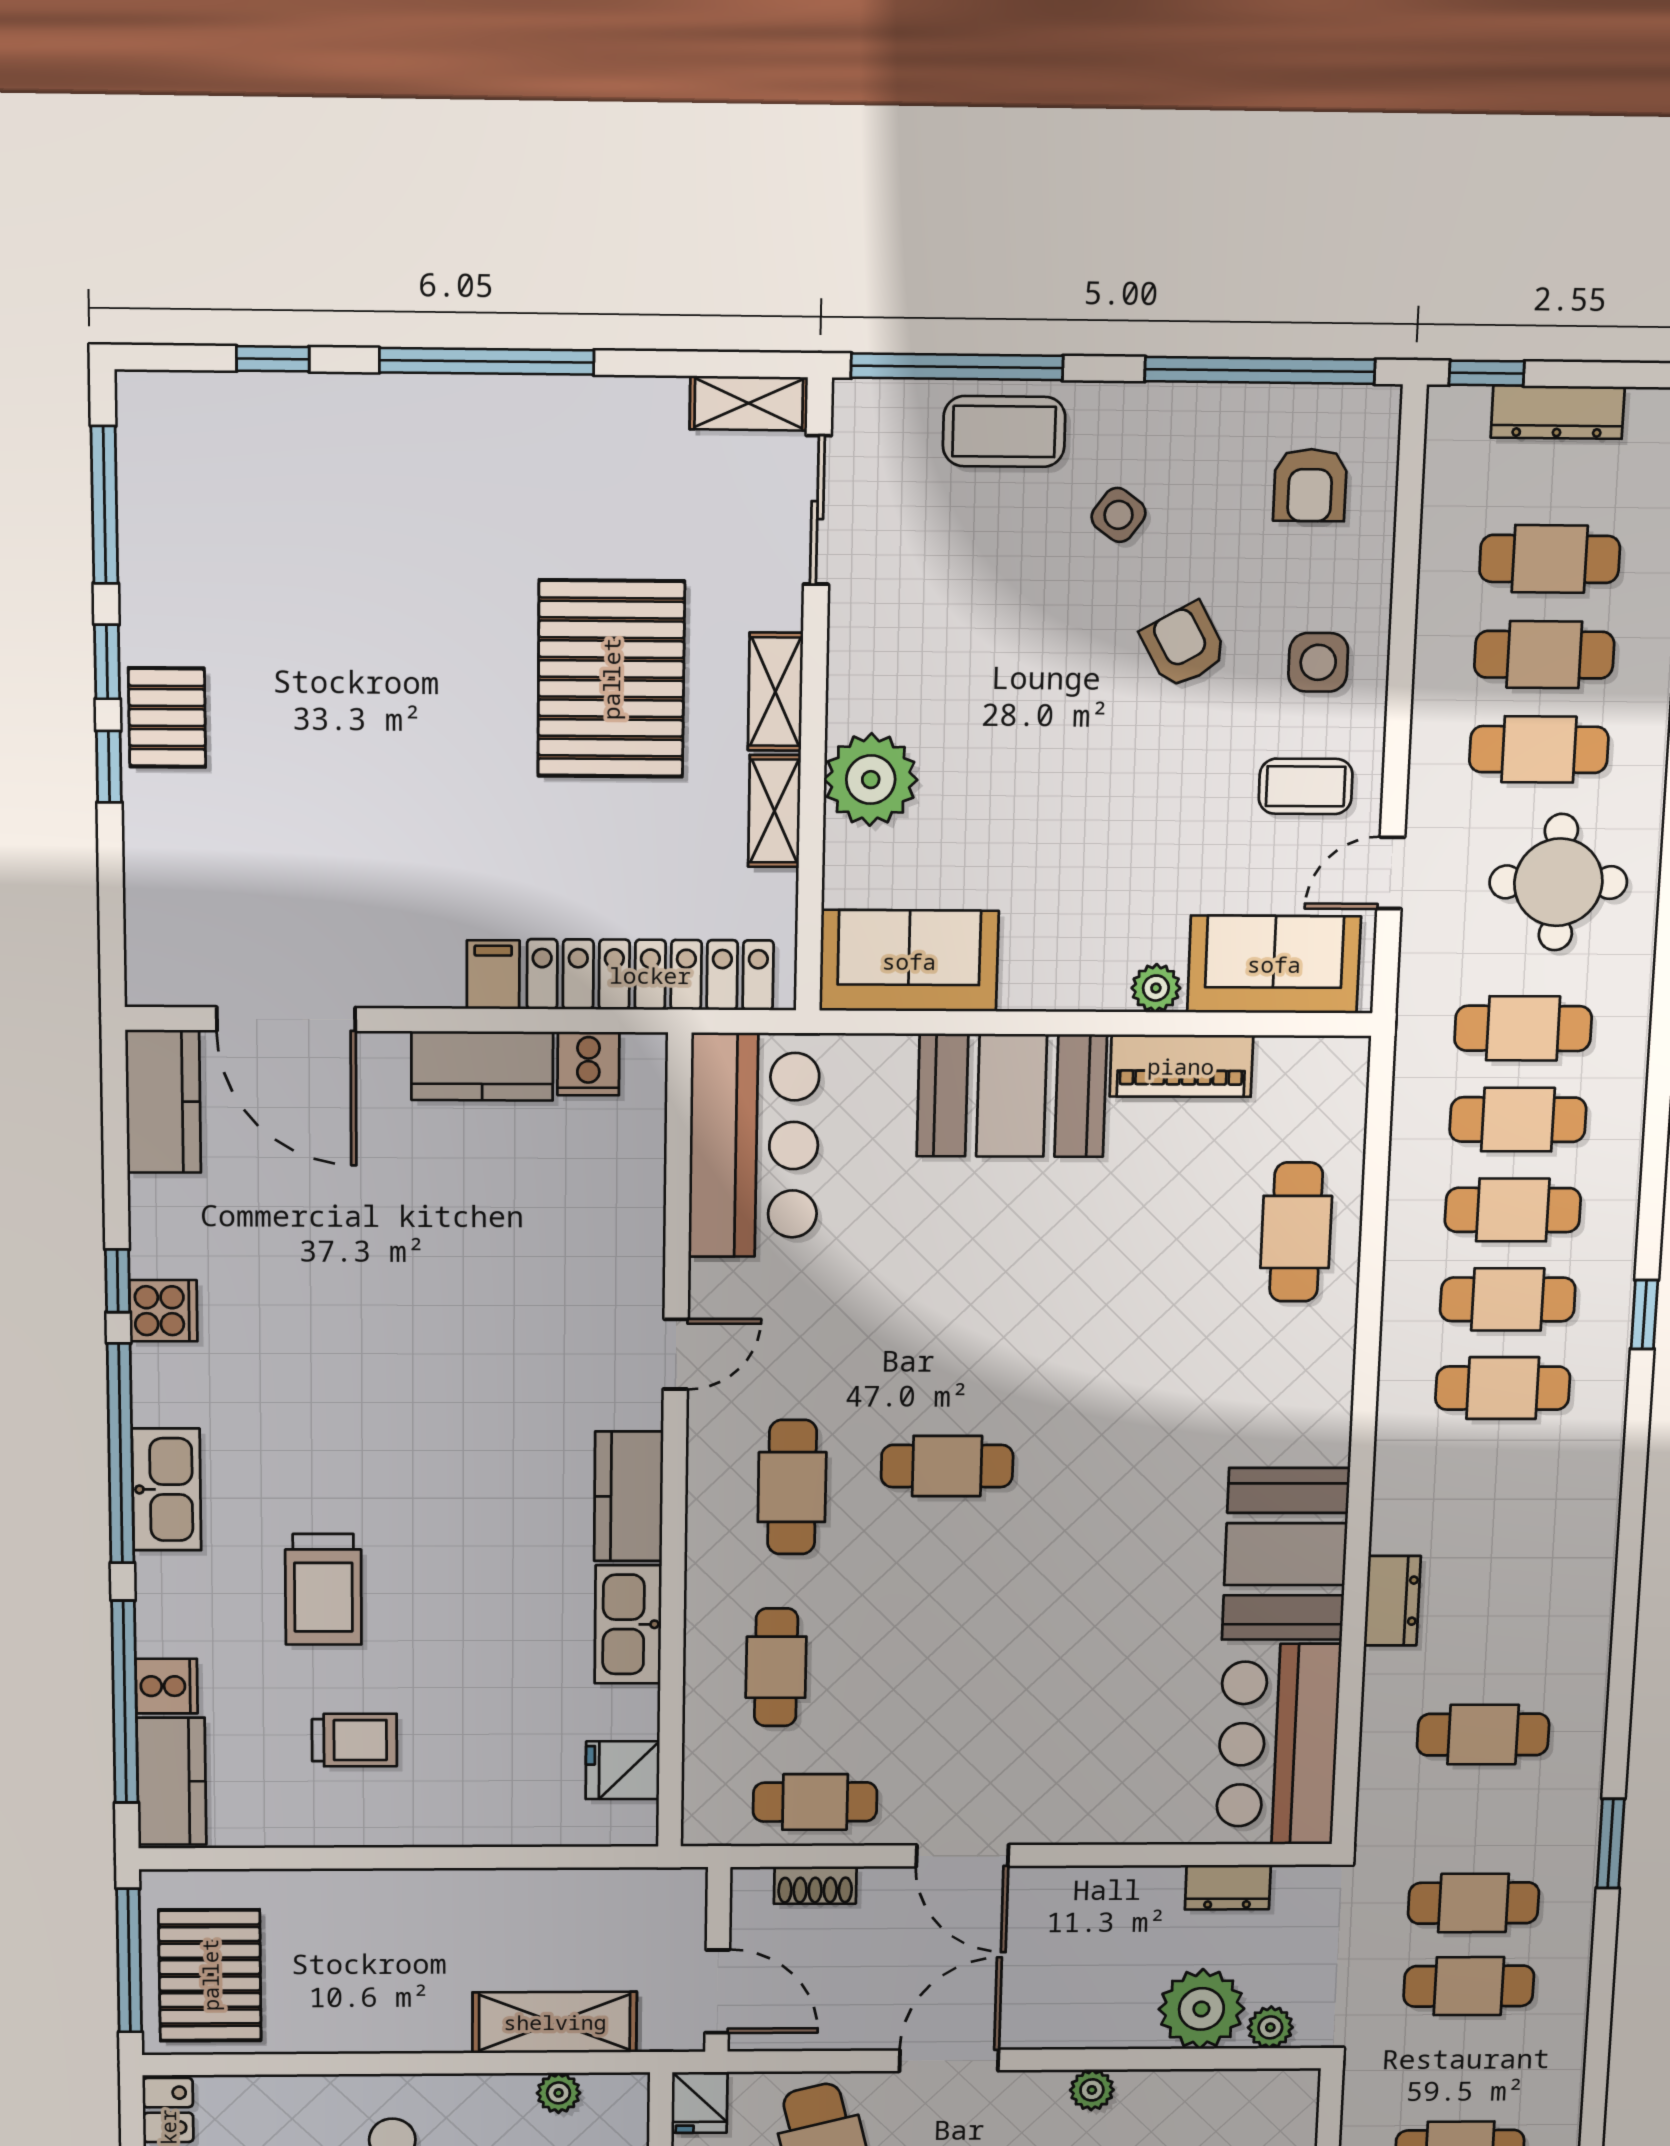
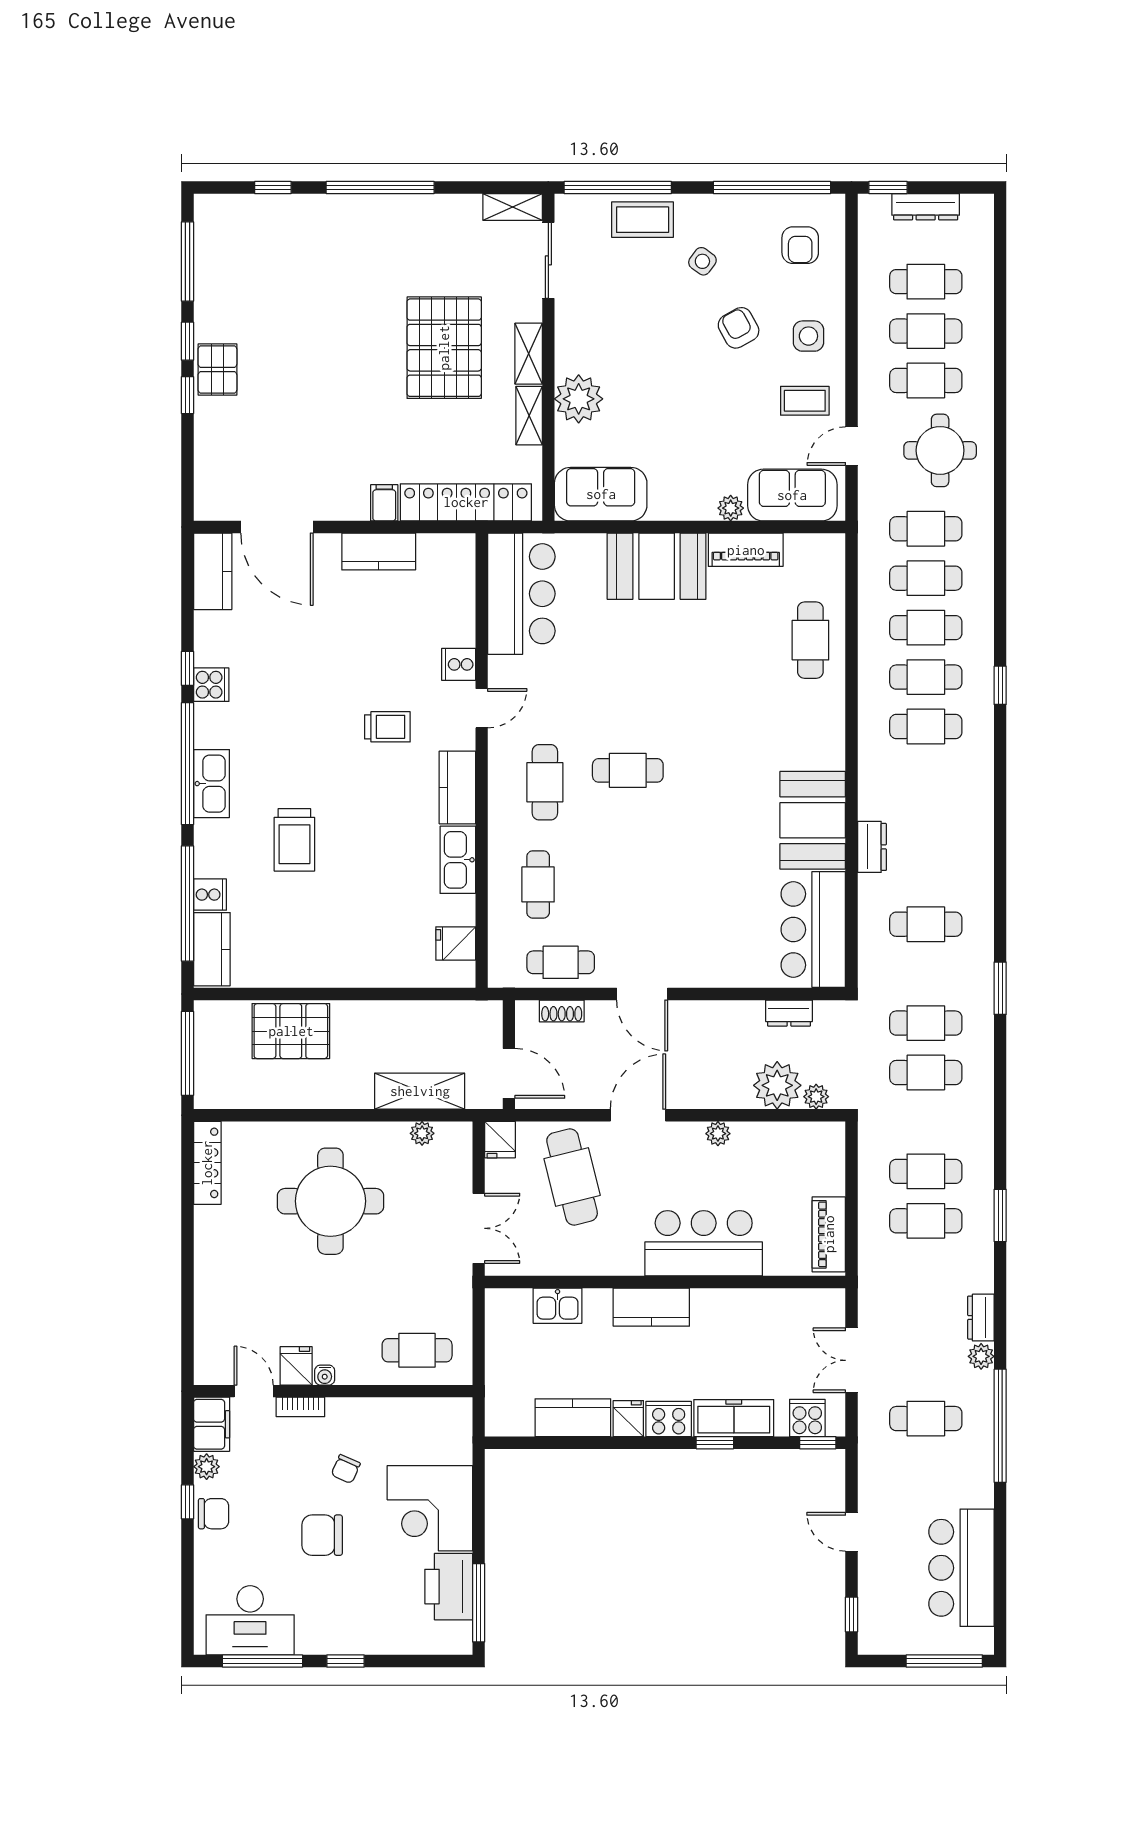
cooker: (588, 1064) -> (459, 664), moved, turned 90
trolley: (354, 1740) -> (387, 727), moved
pallet: (210, 1975) -> (291, 1031), moved, turned 90

